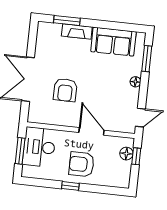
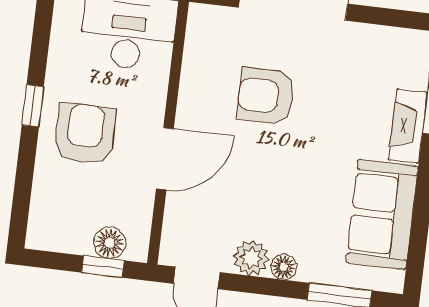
plant: (132, 95) -> (251, 258), added

